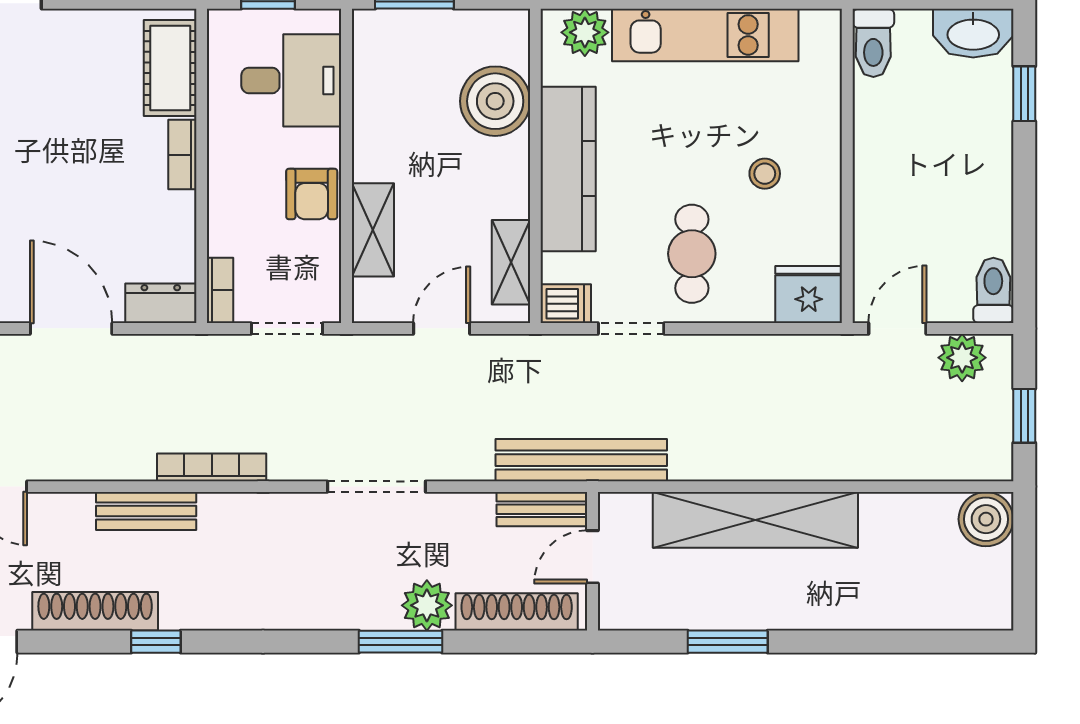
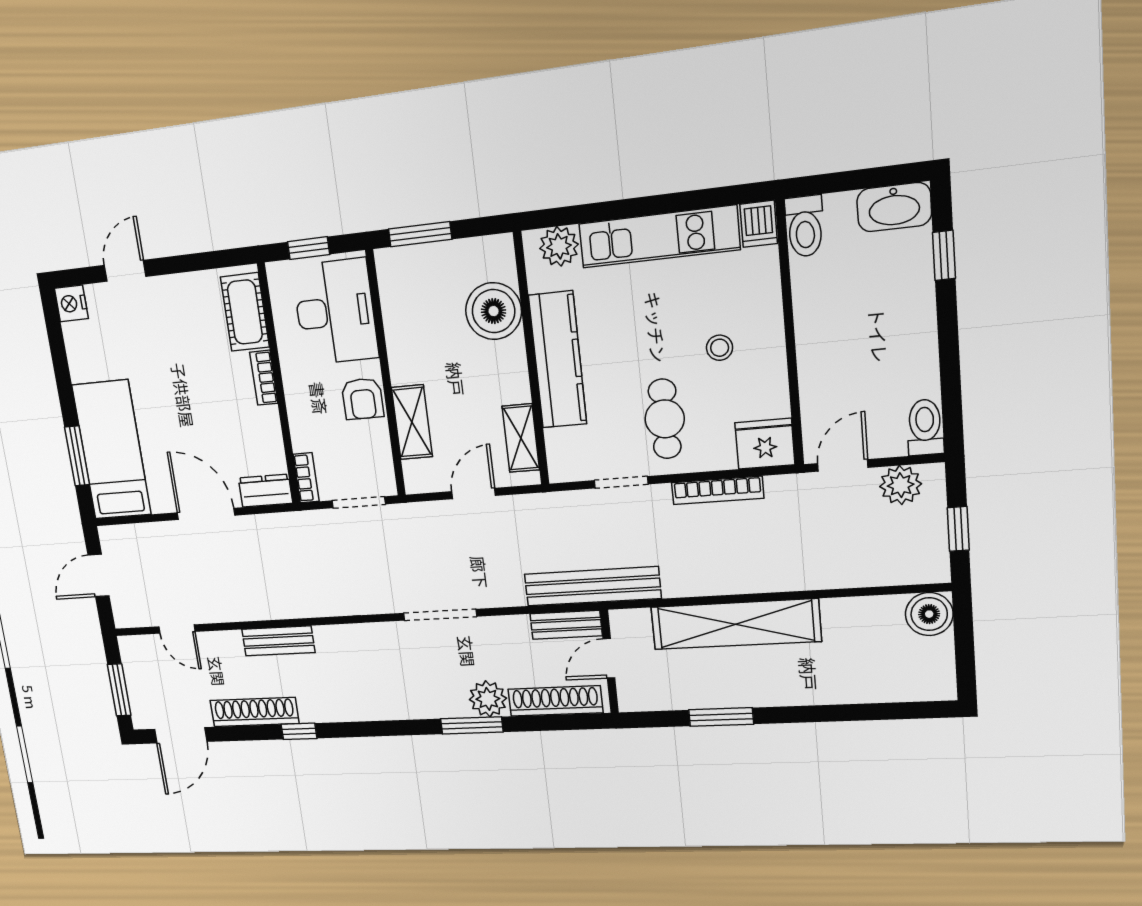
desk: (291, 80) -> (335, 312), width x1.37
dishwasher: (566, 304) -> (759, 224), moved, turned 90
bookcase: (212, 467) -> (717, 490), moved, turned 180

